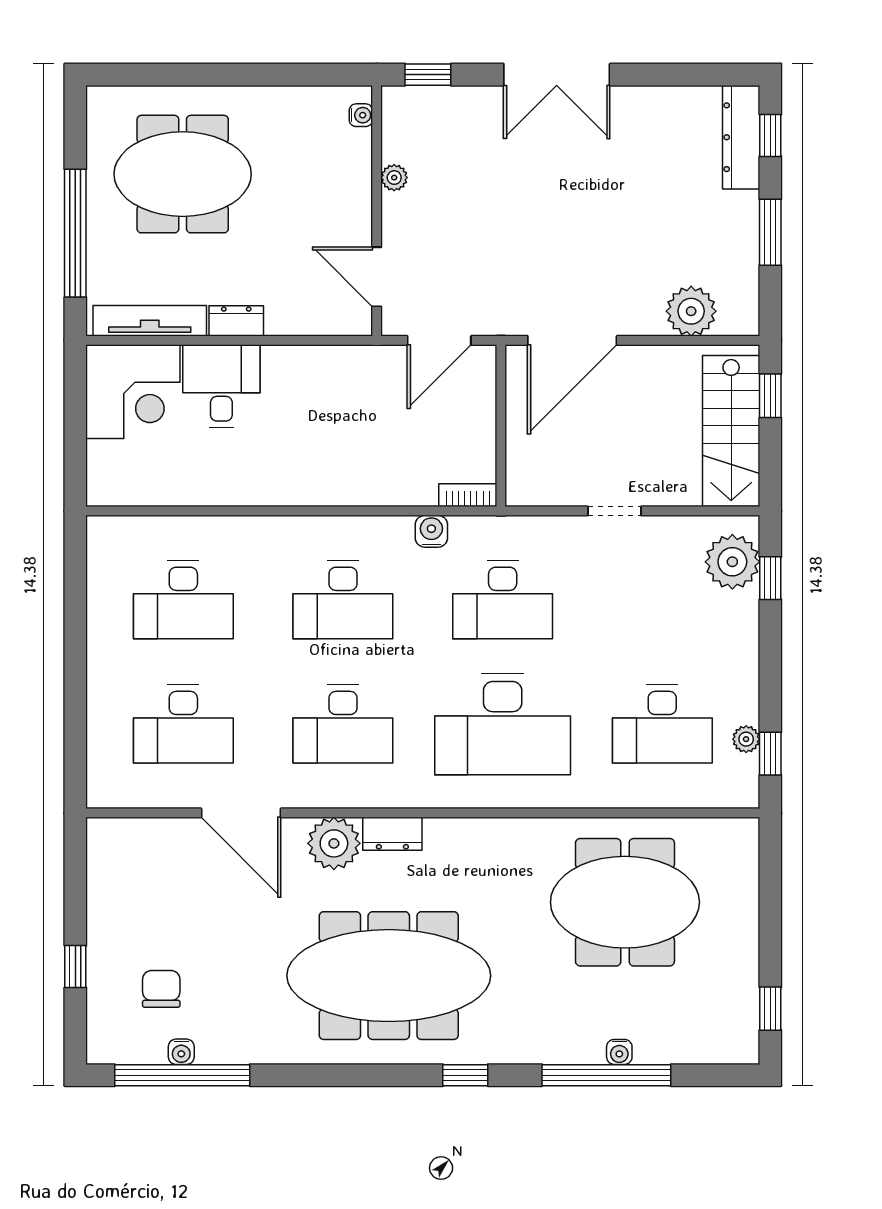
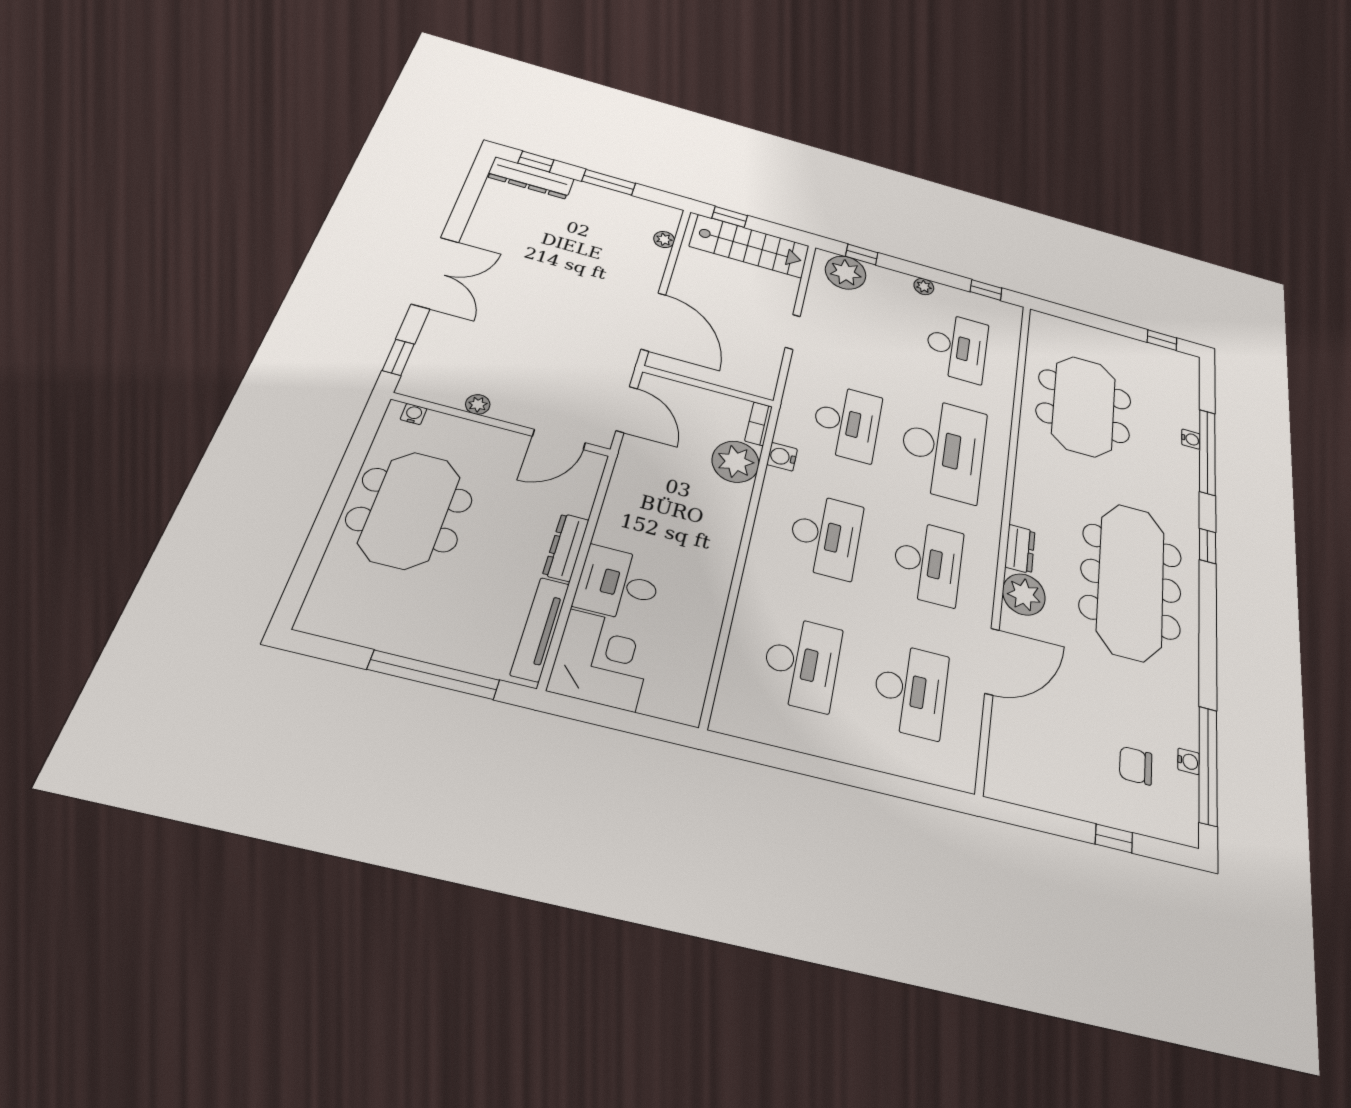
meeting table: (183, 174) -> (410, 510), moved
plant: (691, 311) -> (664, 239), width x0.53, depth x0.53
dresser: (236, 321) -> (566, 547), width x1.44
plant: (408, 479) -> (736, 462), added
plant: (746, 739) -> (924, 287), moved

